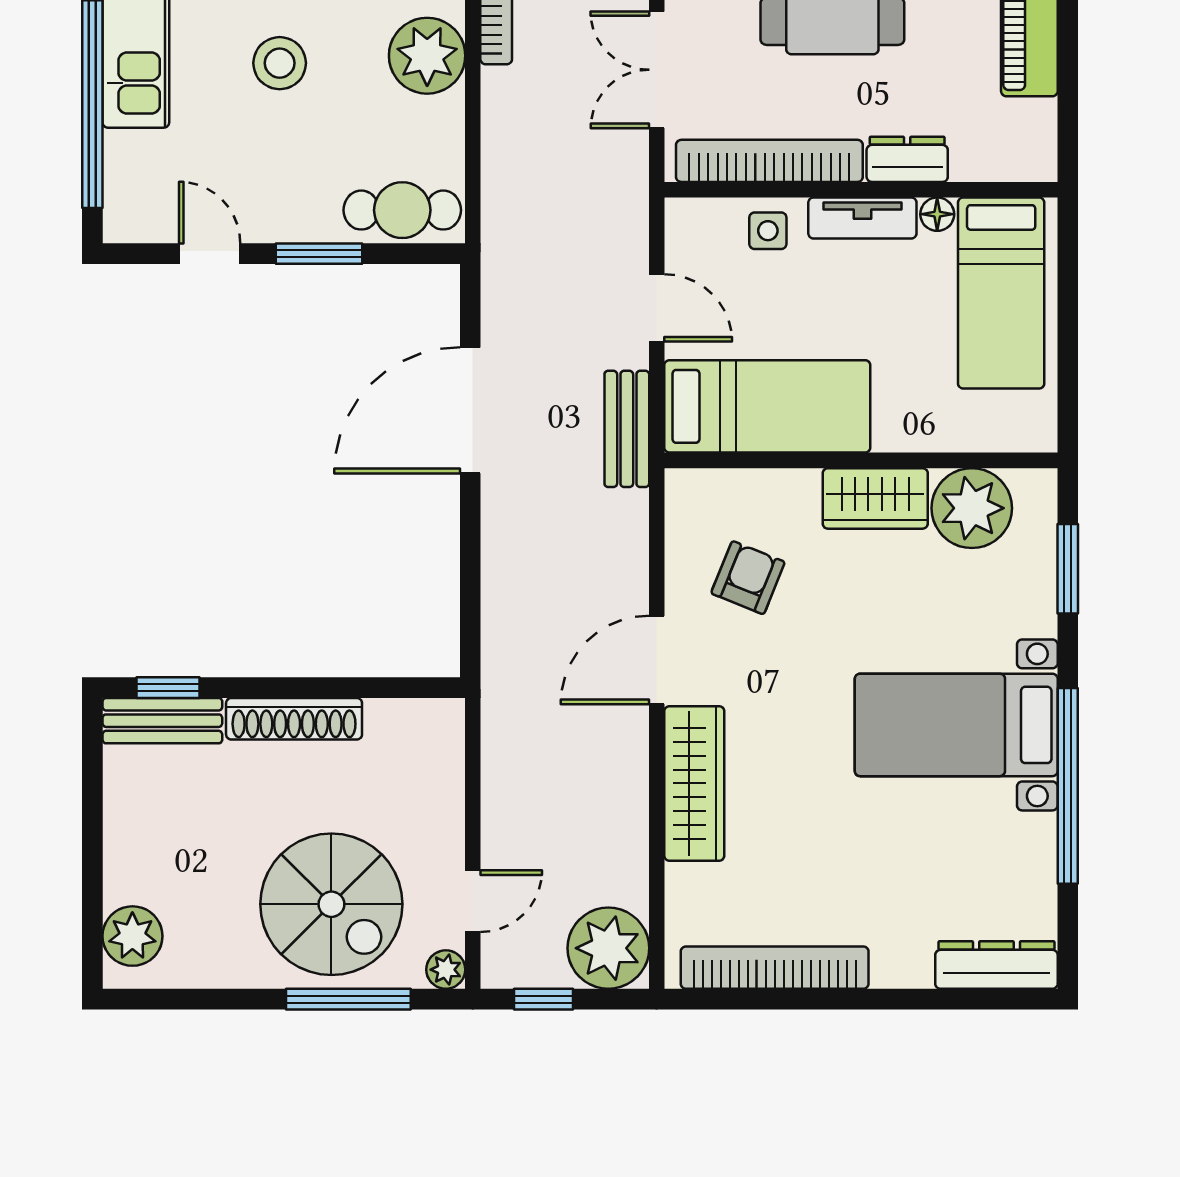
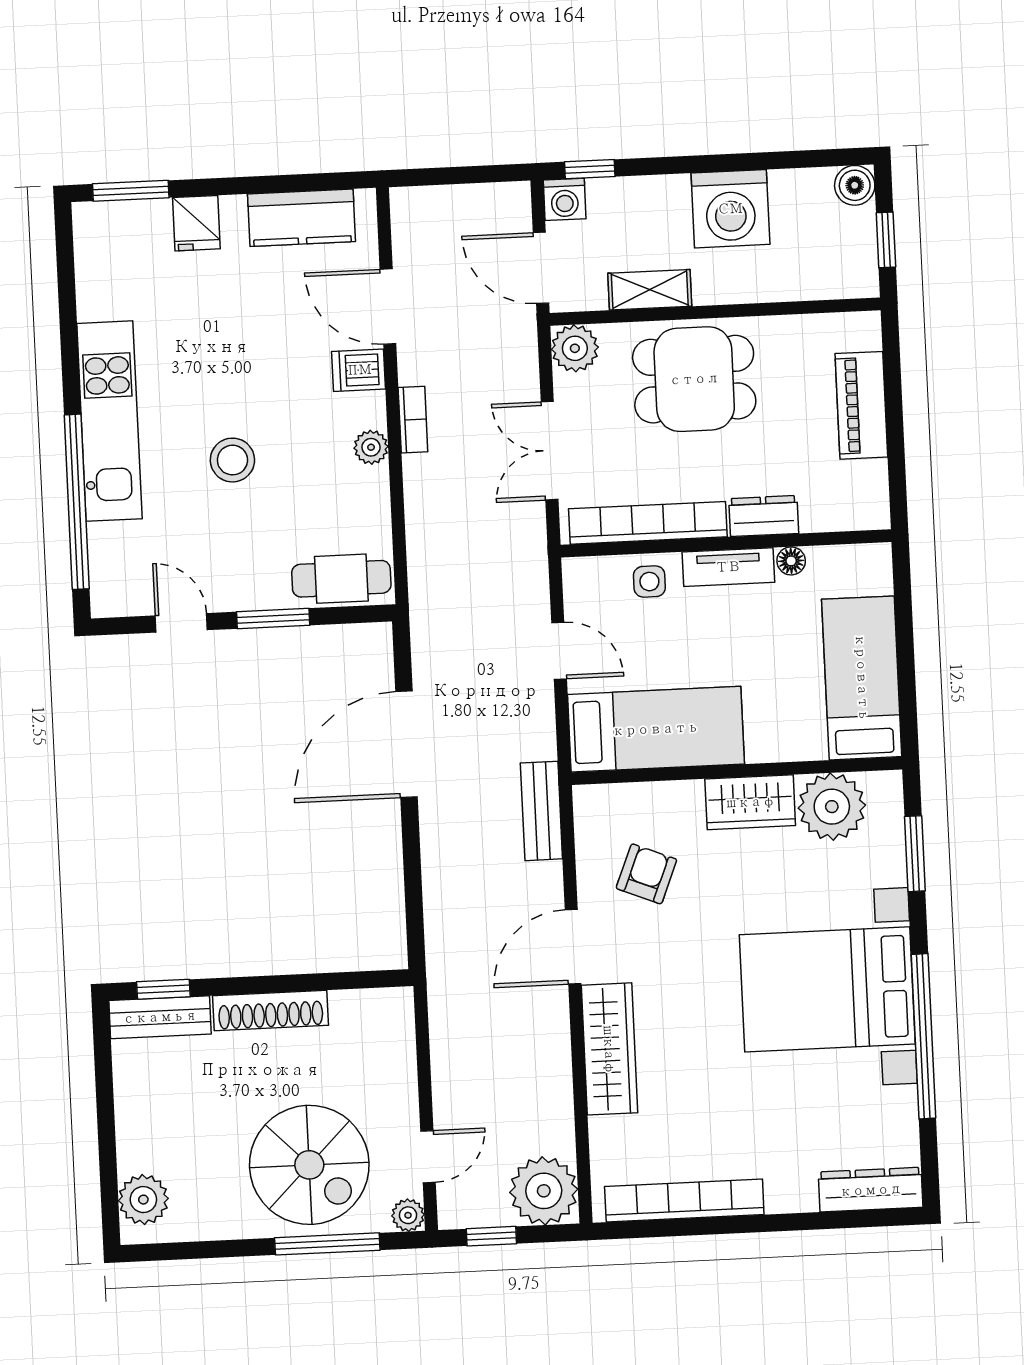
plant: (427, 56) -> (371, 447), width x0.53, depth x0.53
bed: (1001, 293) -> (862, 678), moved, turned 180
bench: (627, 429) -> (541, 811), moved
bed with nightstands: (956, 725) -> (827, 989), width x1.36

